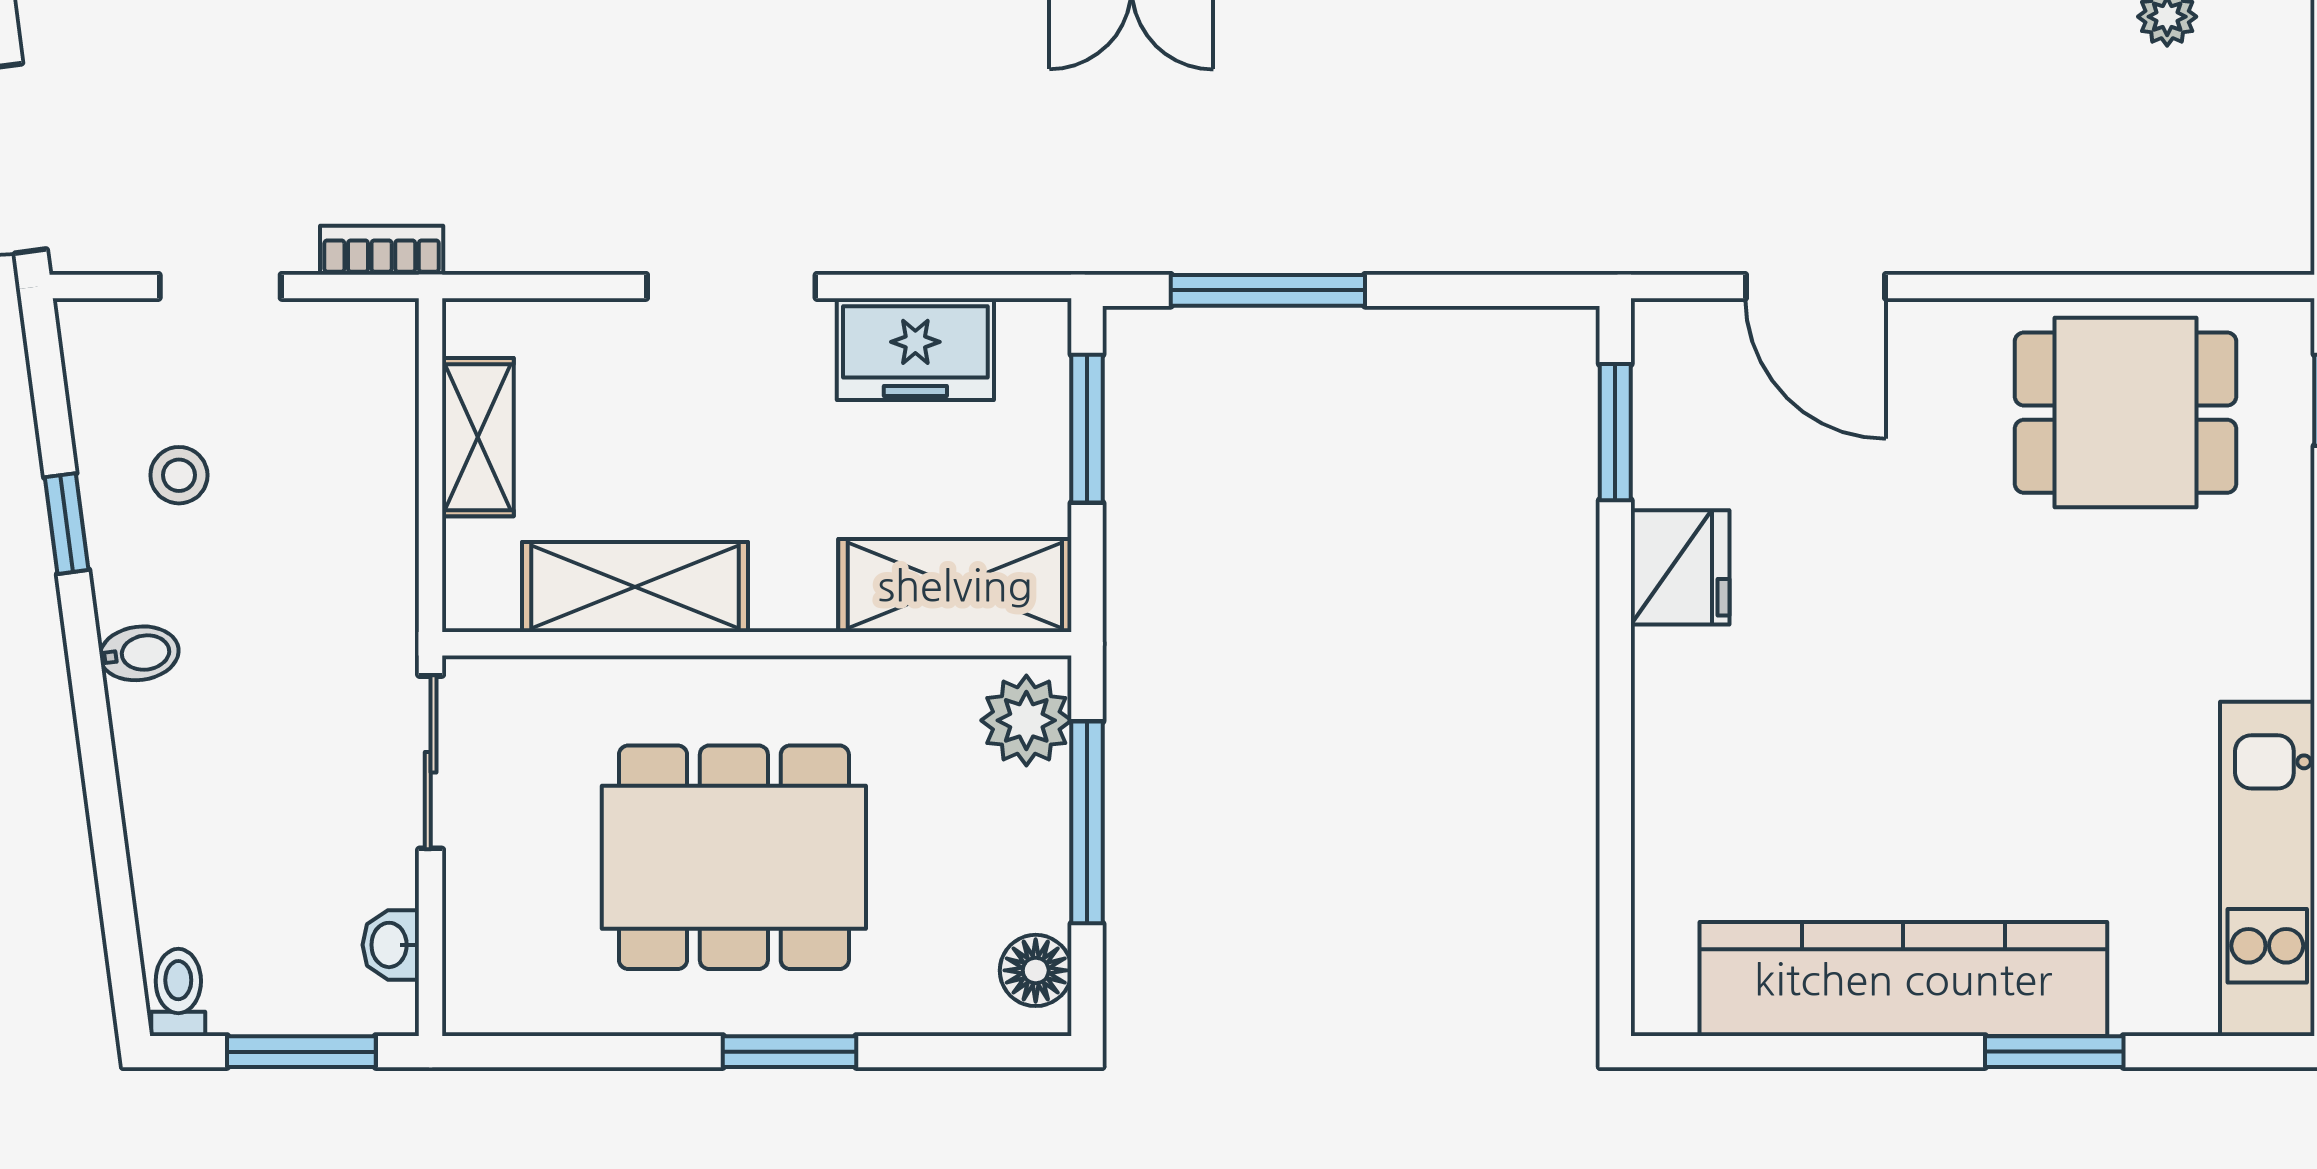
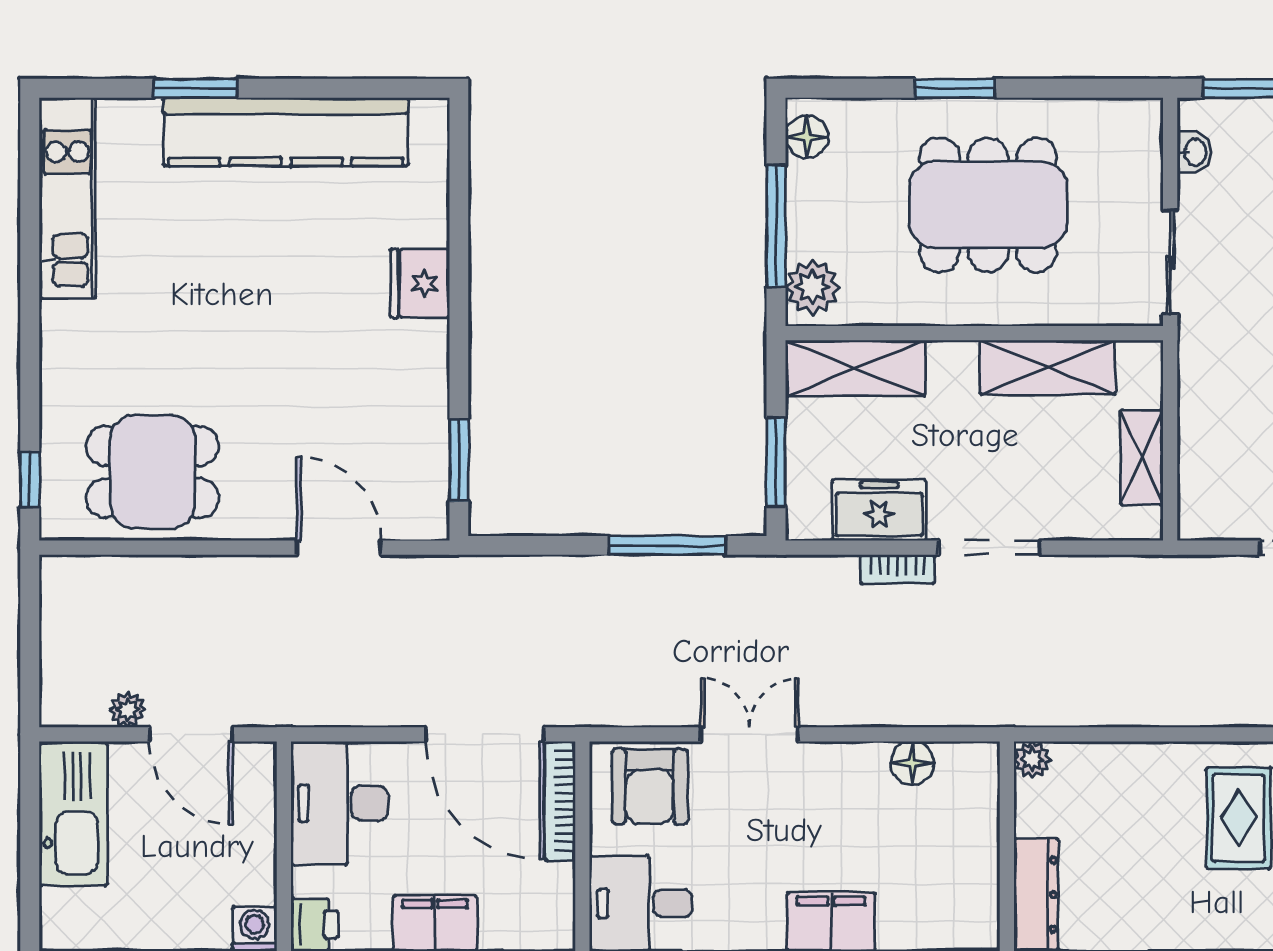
bookcase: (382, 250) -> (897, 569), moved
fridge: (1680, 567) -> (420, 283), moved

